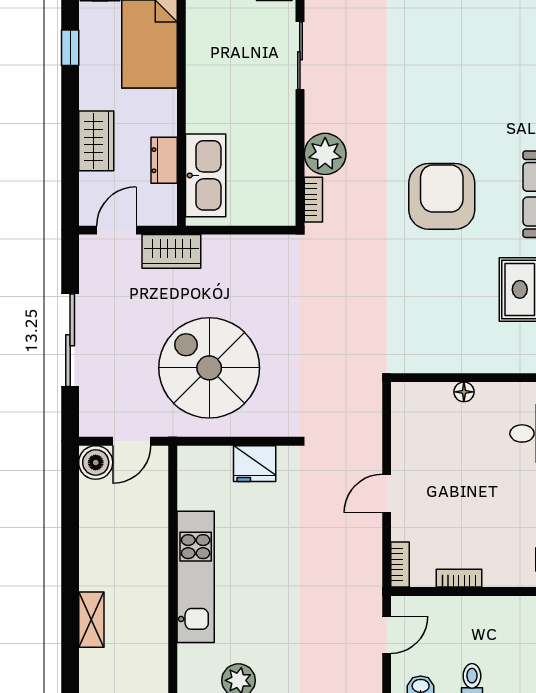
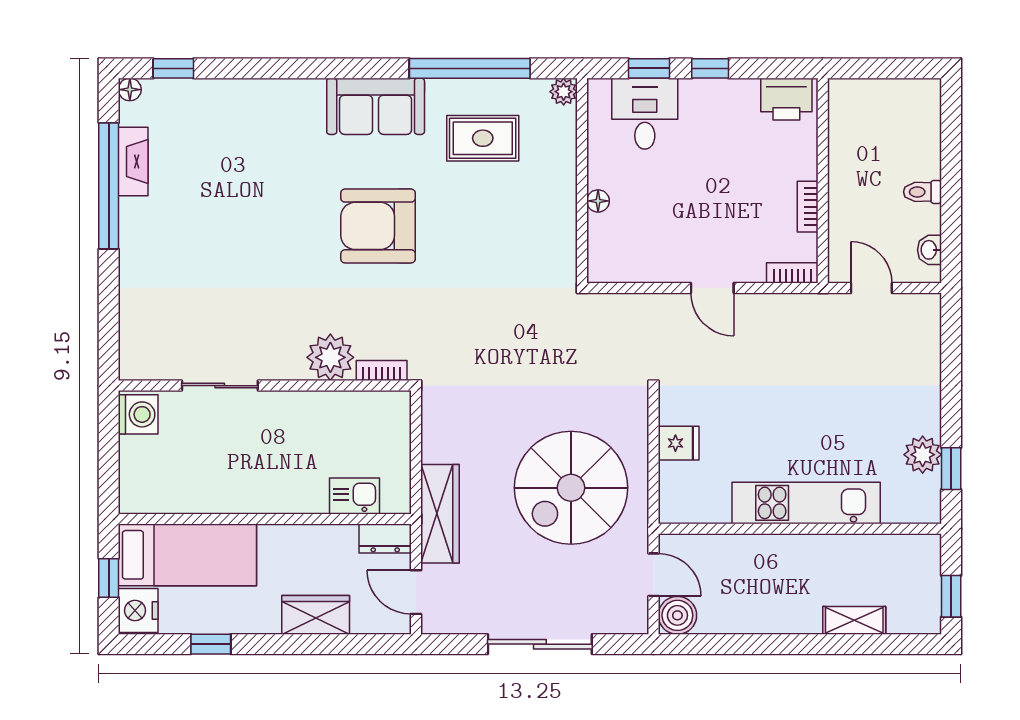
dresser: (164, 160) -> (385, 538), moved
kitchen sink: (206, 175) -> (354, 496), width x0.53, depth x0.81
wardrobe: (171, 251) -> (440, 514), width x1.50
fridge: (255, 464) -> (679, 443), width x0.72

